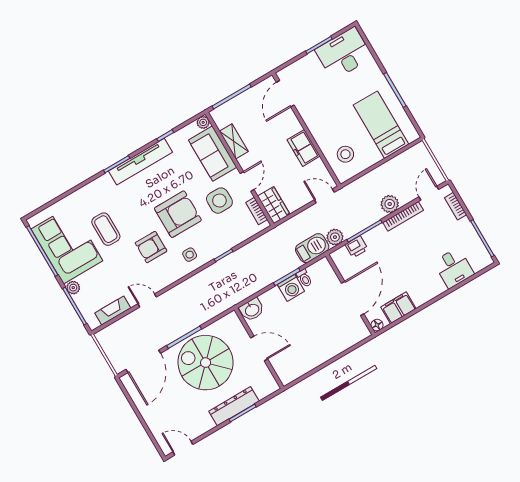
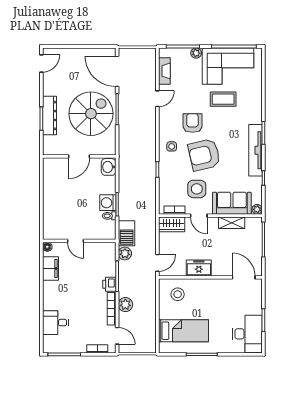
armchair: (178, 214) -> (204, 155), turned 77
printer: (357, 247) -> (109, 284), moved
door: (353, 298) -> (75, 241), width x0.53

